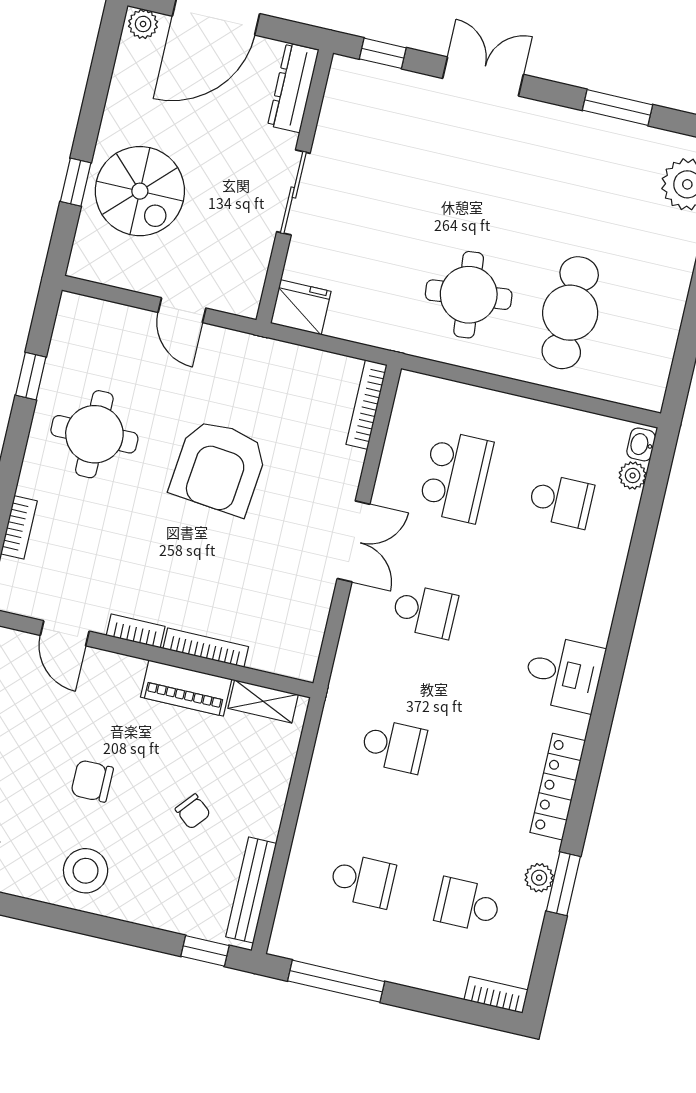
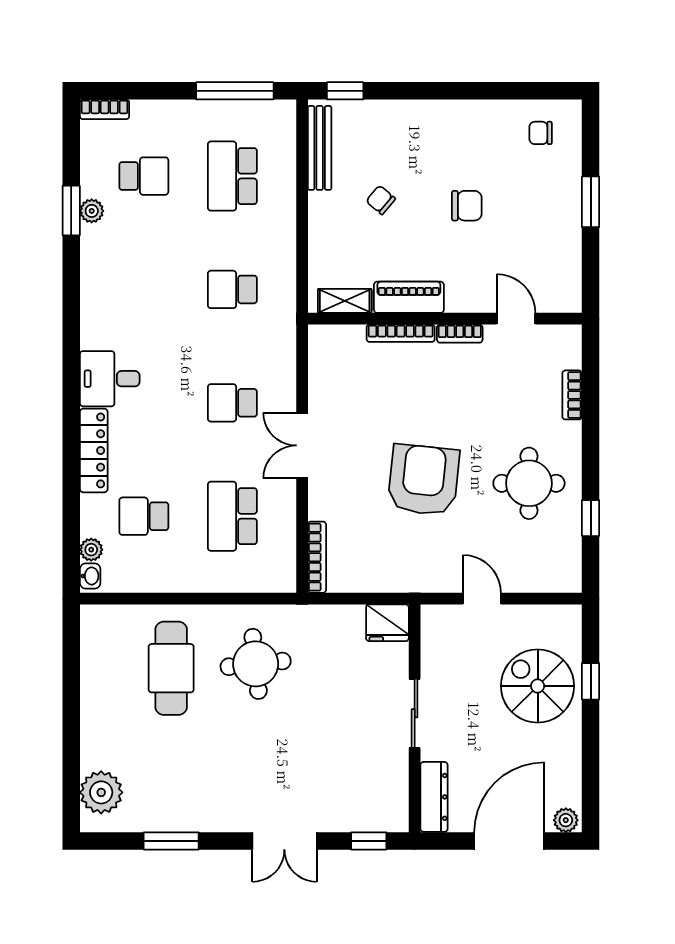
locker: (558, 787) -> (94, 450), moved
stool: (86, 871) -> (455, 133), removed
school desk: (363, 881) -> (232, 176), width x1.85

